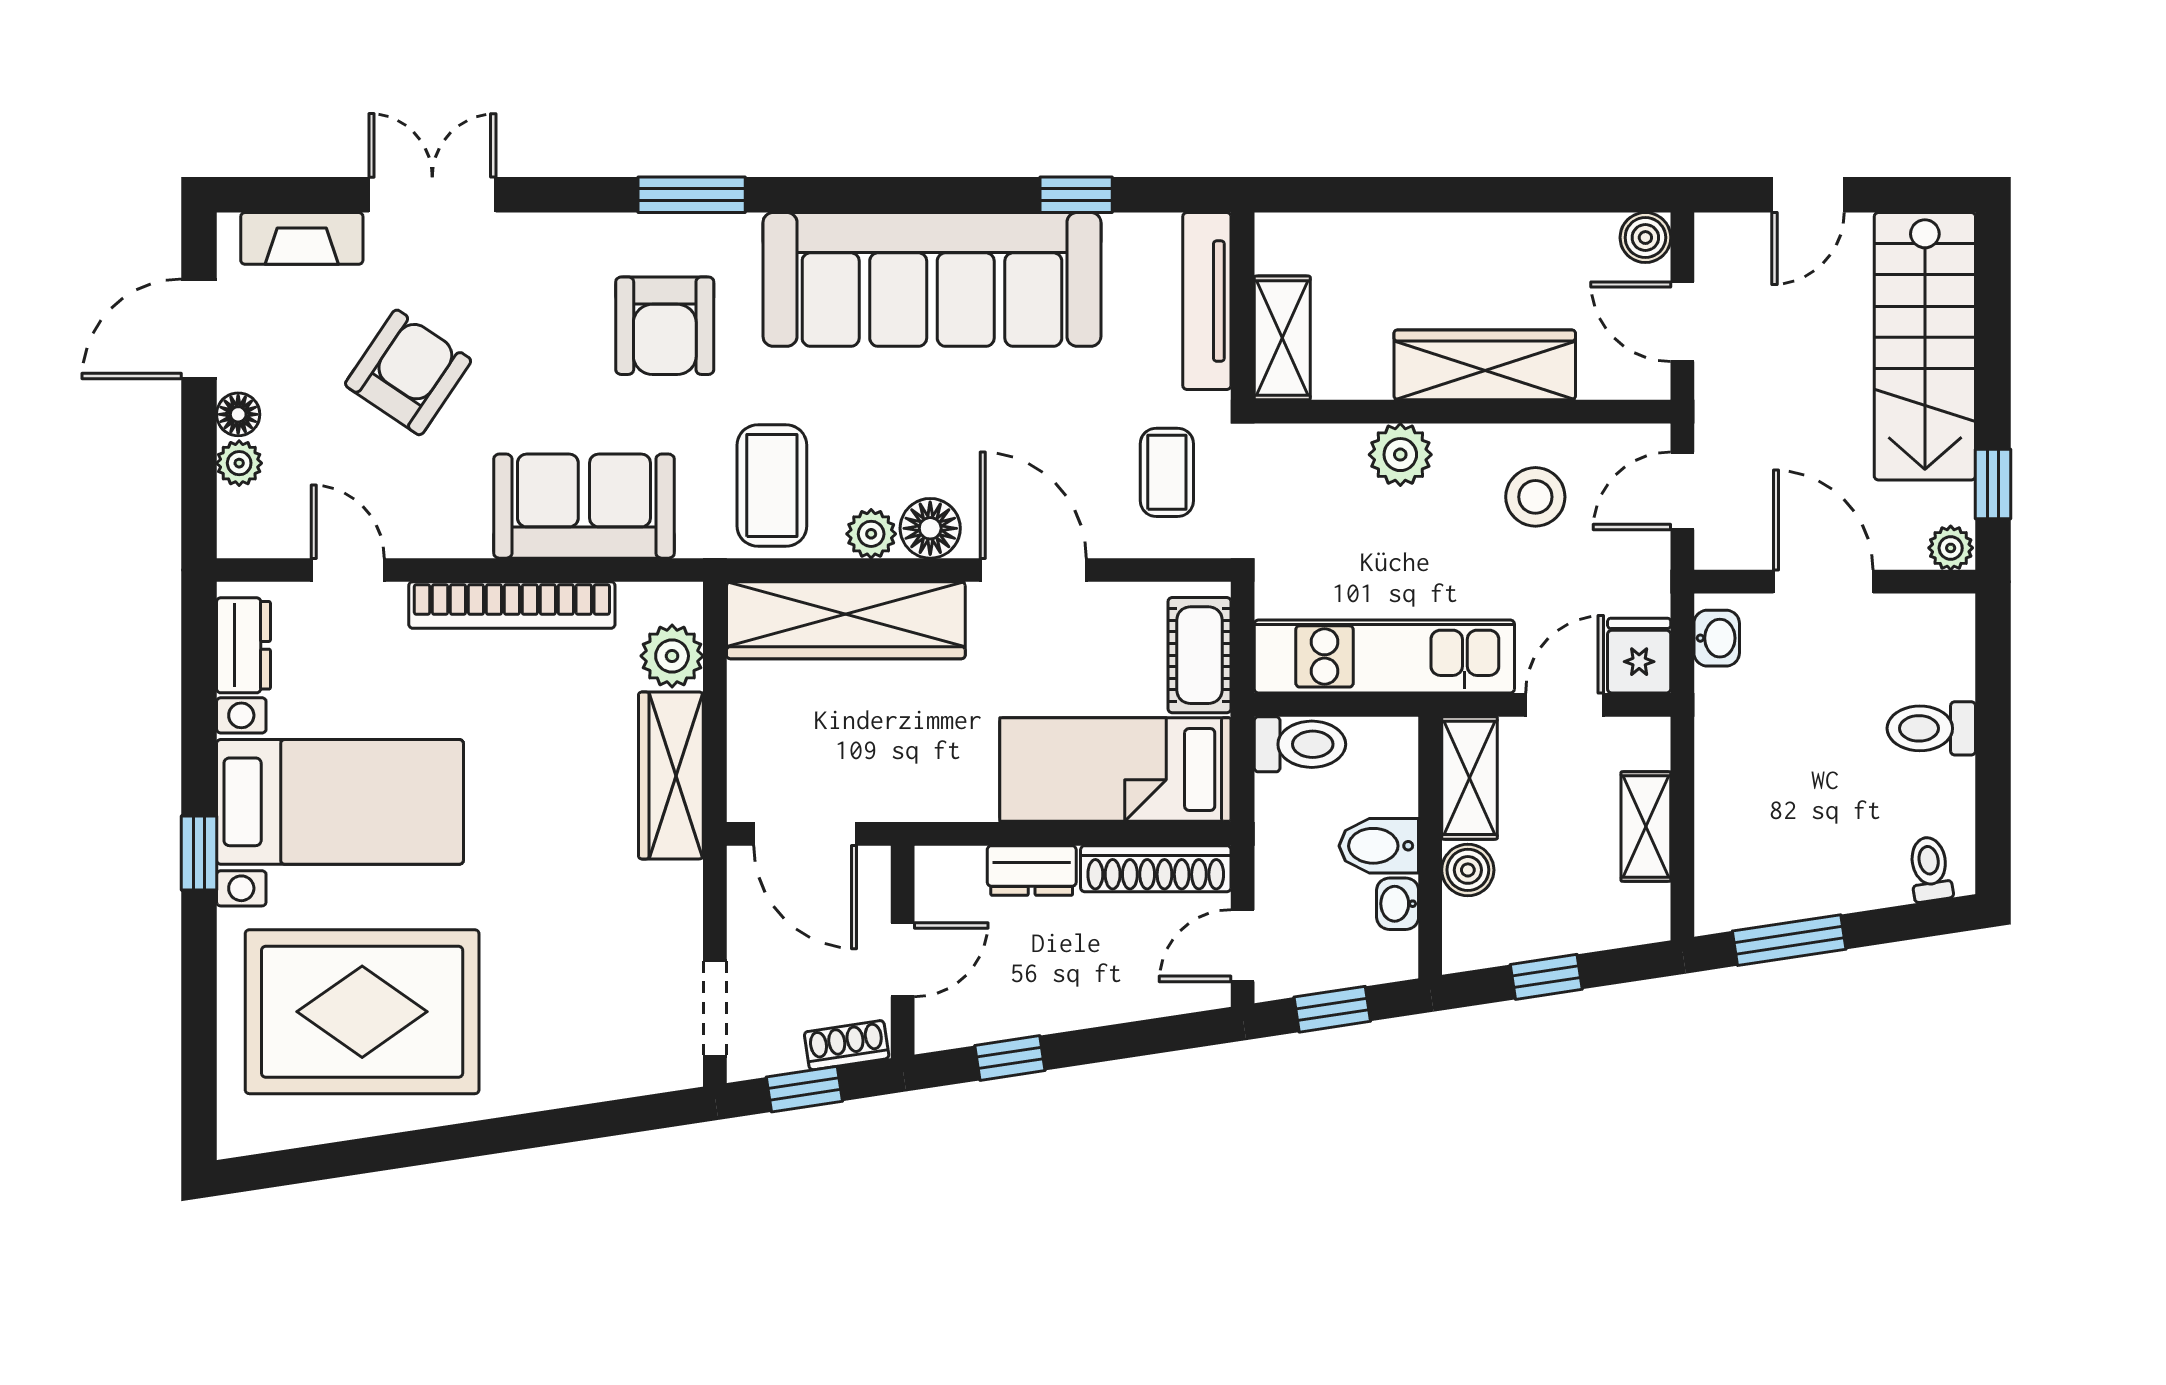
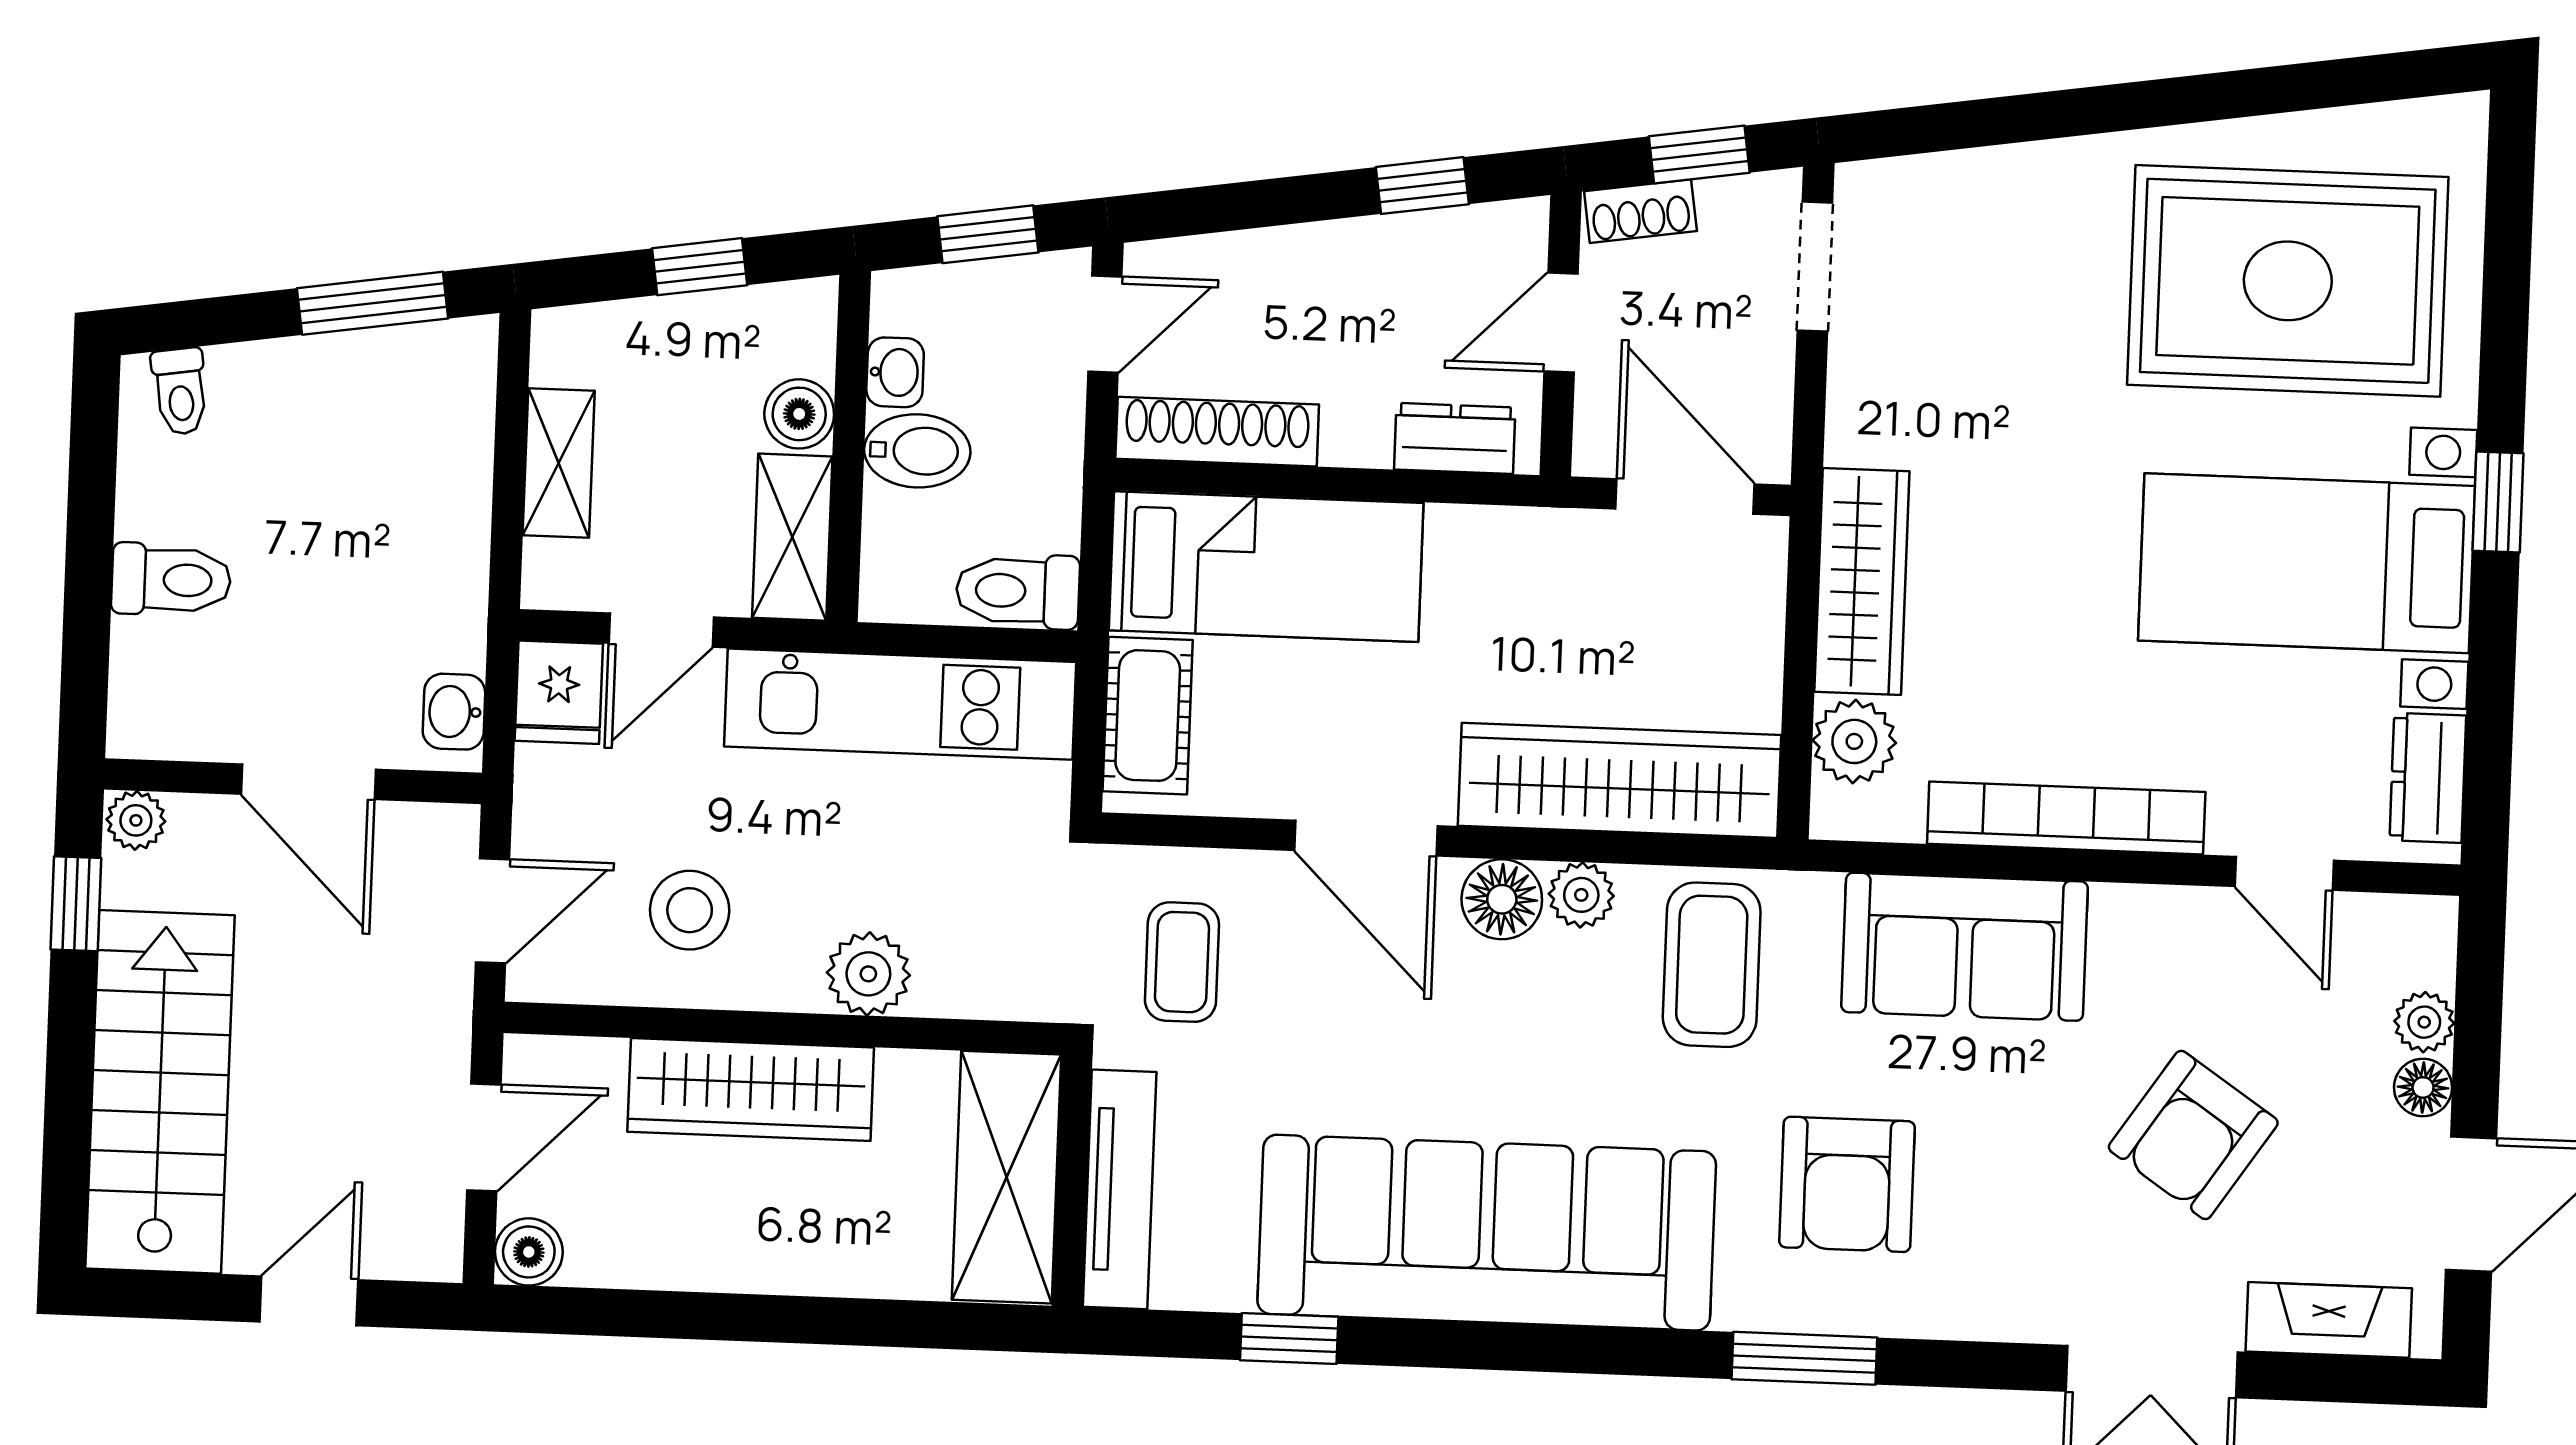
door: (1682, 322) -> (484, 1137), hinge flipped
armchair: (665, 326) -> (1847, 1184), turned 180
shelving: (1282, 338) -> (1006, 1177), width x1.50, depth x1.33
dresser: (1032, 870) -> (1455, 438), moved

